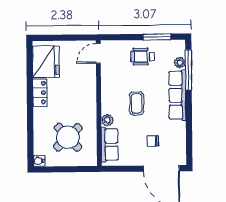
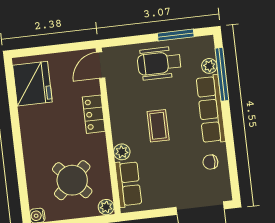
wheelchair: (142, 57) -> (159, 63), width x1.36, depth x1.37
locker: (40, 93) -> (94, 114), moved, turned 180
chair: (153, 141) -> (210, 162), moved
plant: (91, 160) -> (106, 207), added

